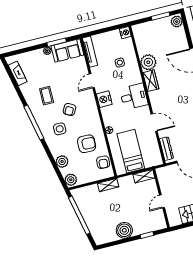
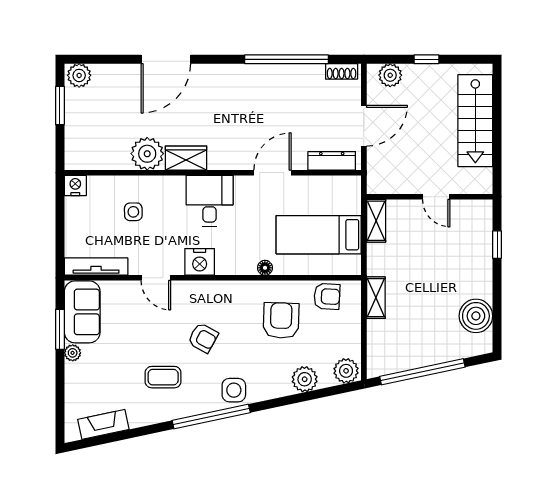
side table: (60, 129) -> (234, 390), moved
boiler: (124, 230) -> (476, 316), moved

